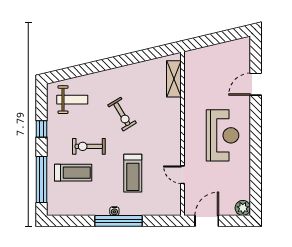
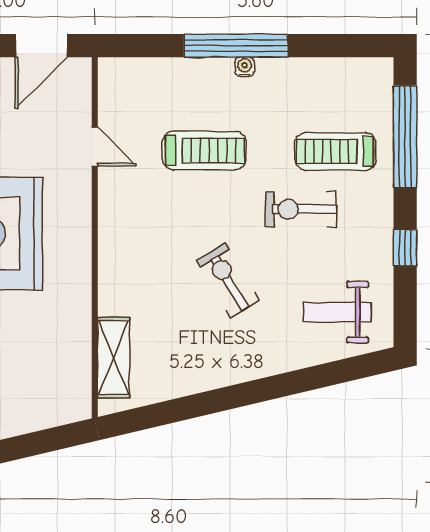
exercise bike: (89, 146) -> (301, 209), turned 180
treadmill: (133, 173) -> (204, 150), turned 90

